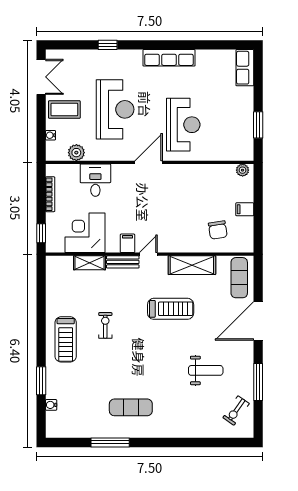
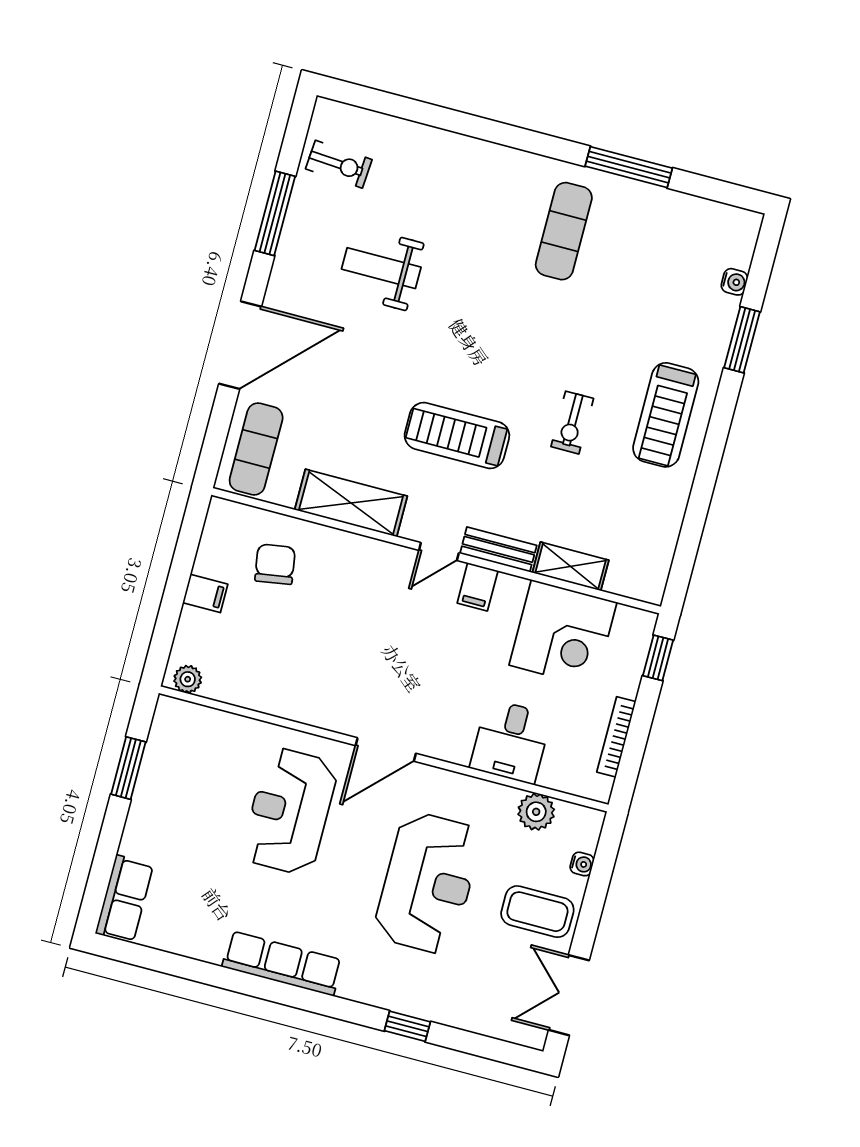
reception desk: (115, 109) -> (428, 883), turned 180
treadmill: (171, 309) -> (457, 436), moved
treadmill: (66, 339) -> (666, 415), turned 180
exercise mat: (131, 407) -> (564, 231), turned 90
exercise bike: (236, 411) -> (339, 164), turned 59

